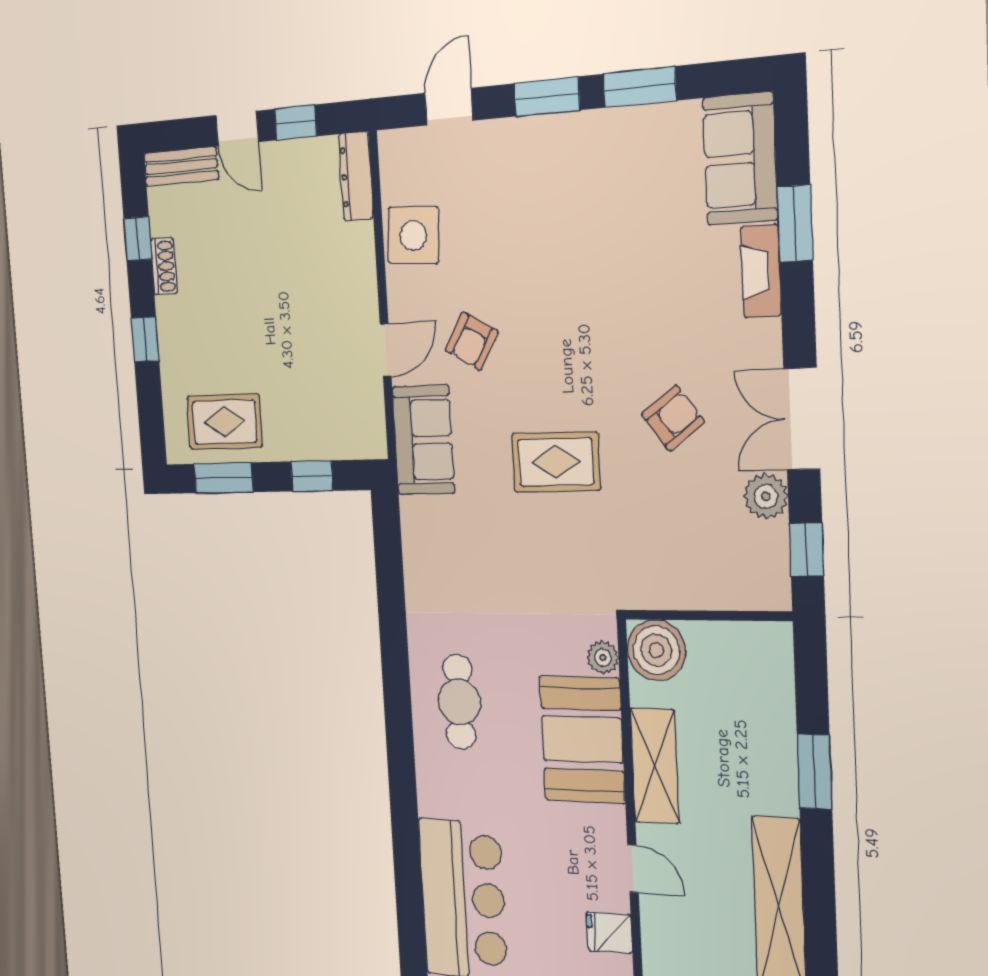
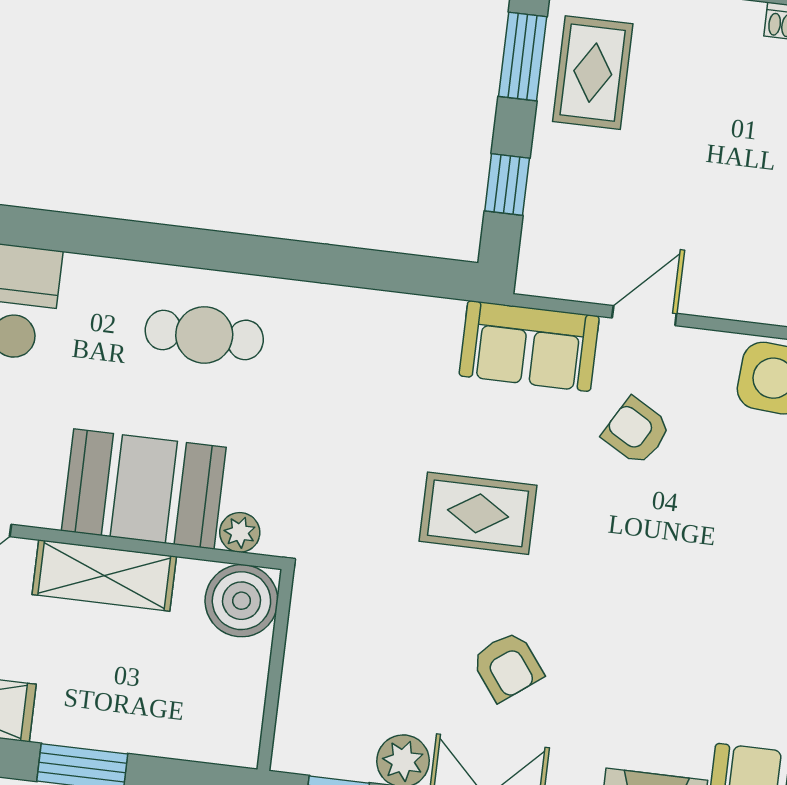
door: (386, 350) -> (644, 316), swing flipped
rug: (556, 462) -> (478, 513), turned 90

